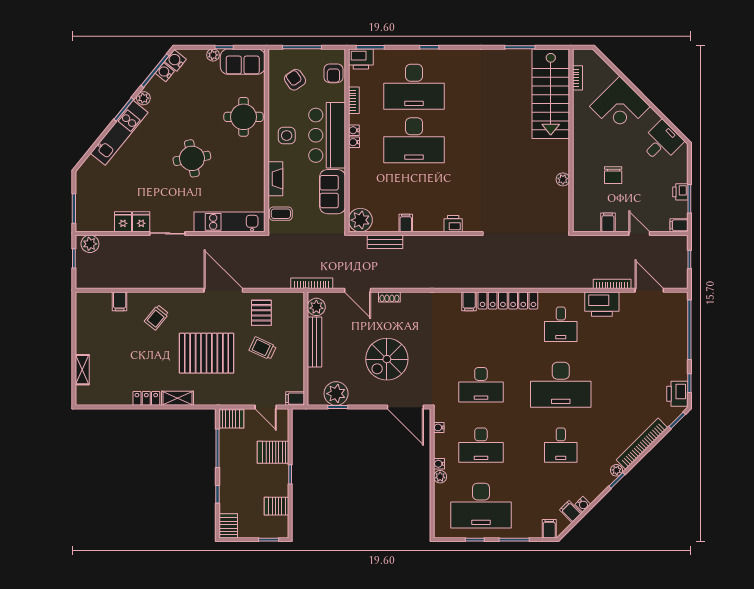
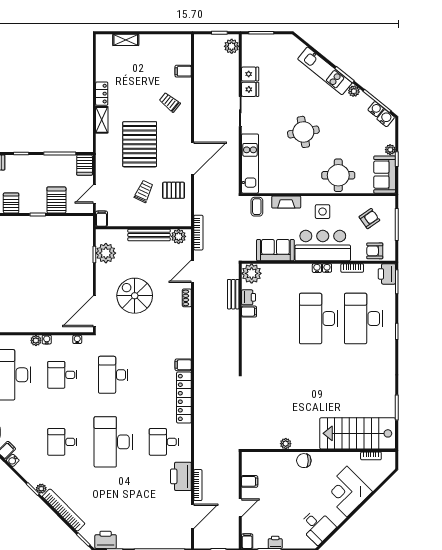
chair: (613, 175) -> (304, 461), moved
printer: (453, 224) -> (249, 297), moved
desk: (481, 445) -> (62, 375), width x0.73

